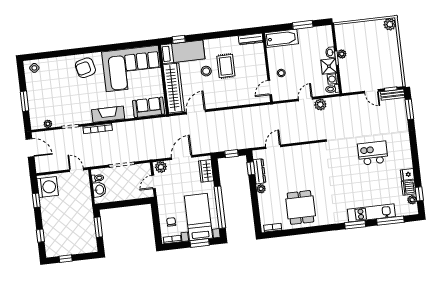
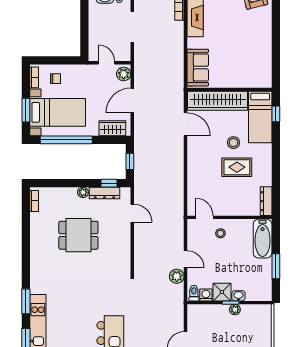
corner sofa: (132, 69) -> (247, 53), removed
door: (182, 157) -> (132, 100), swing flipped
dining table: (301, 207) -> (78, 235), moved

